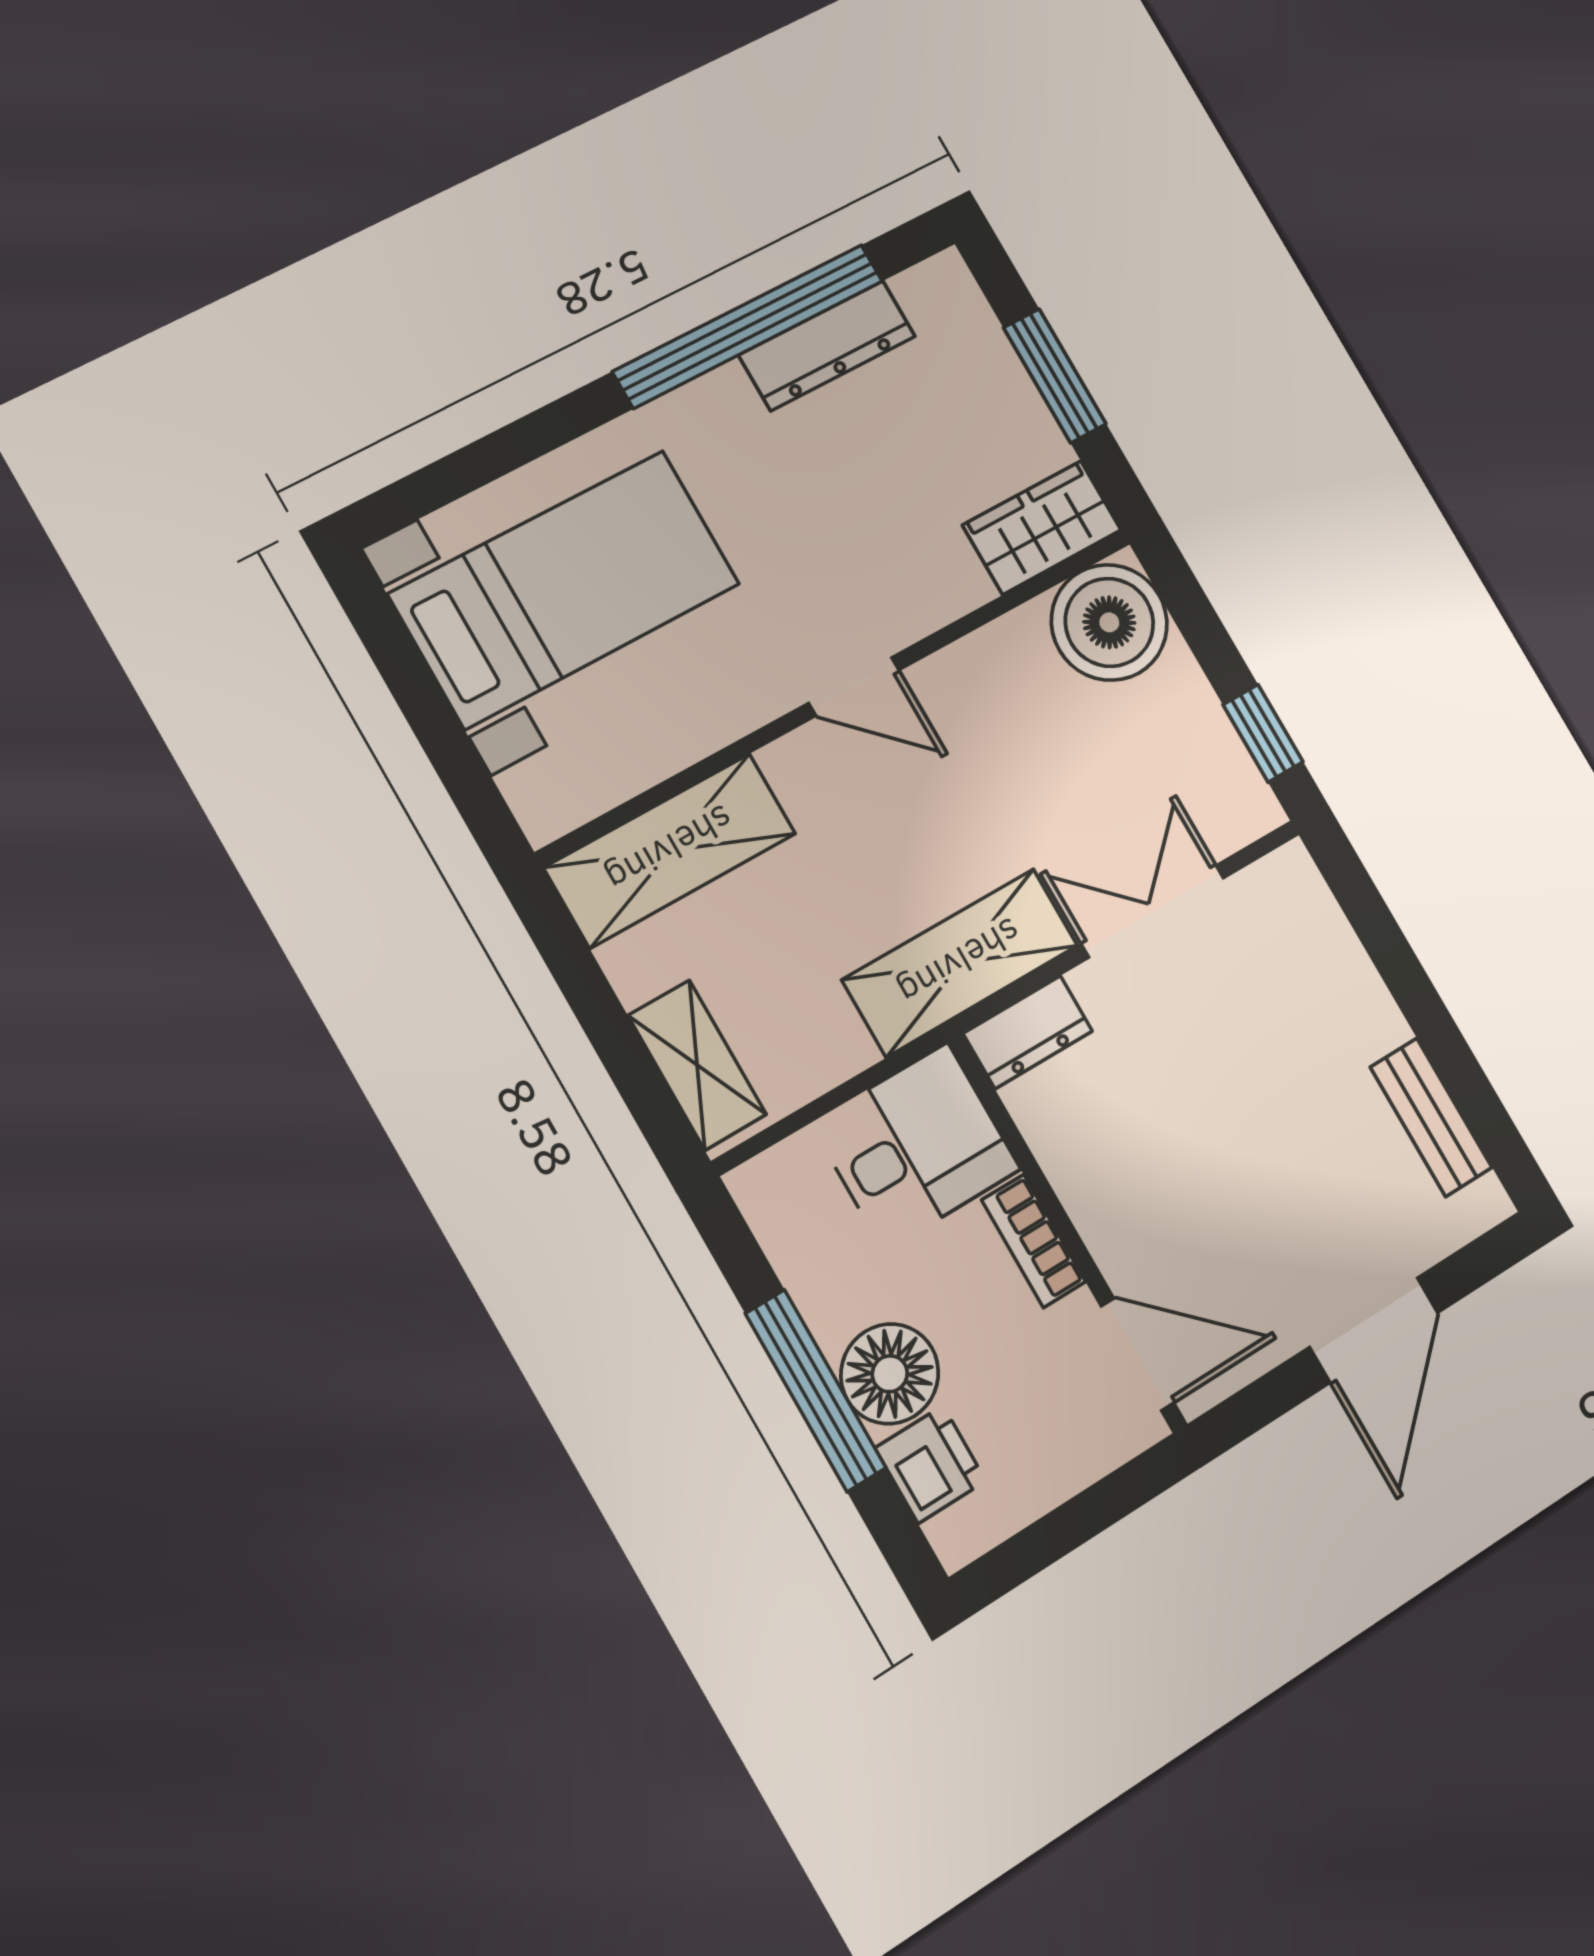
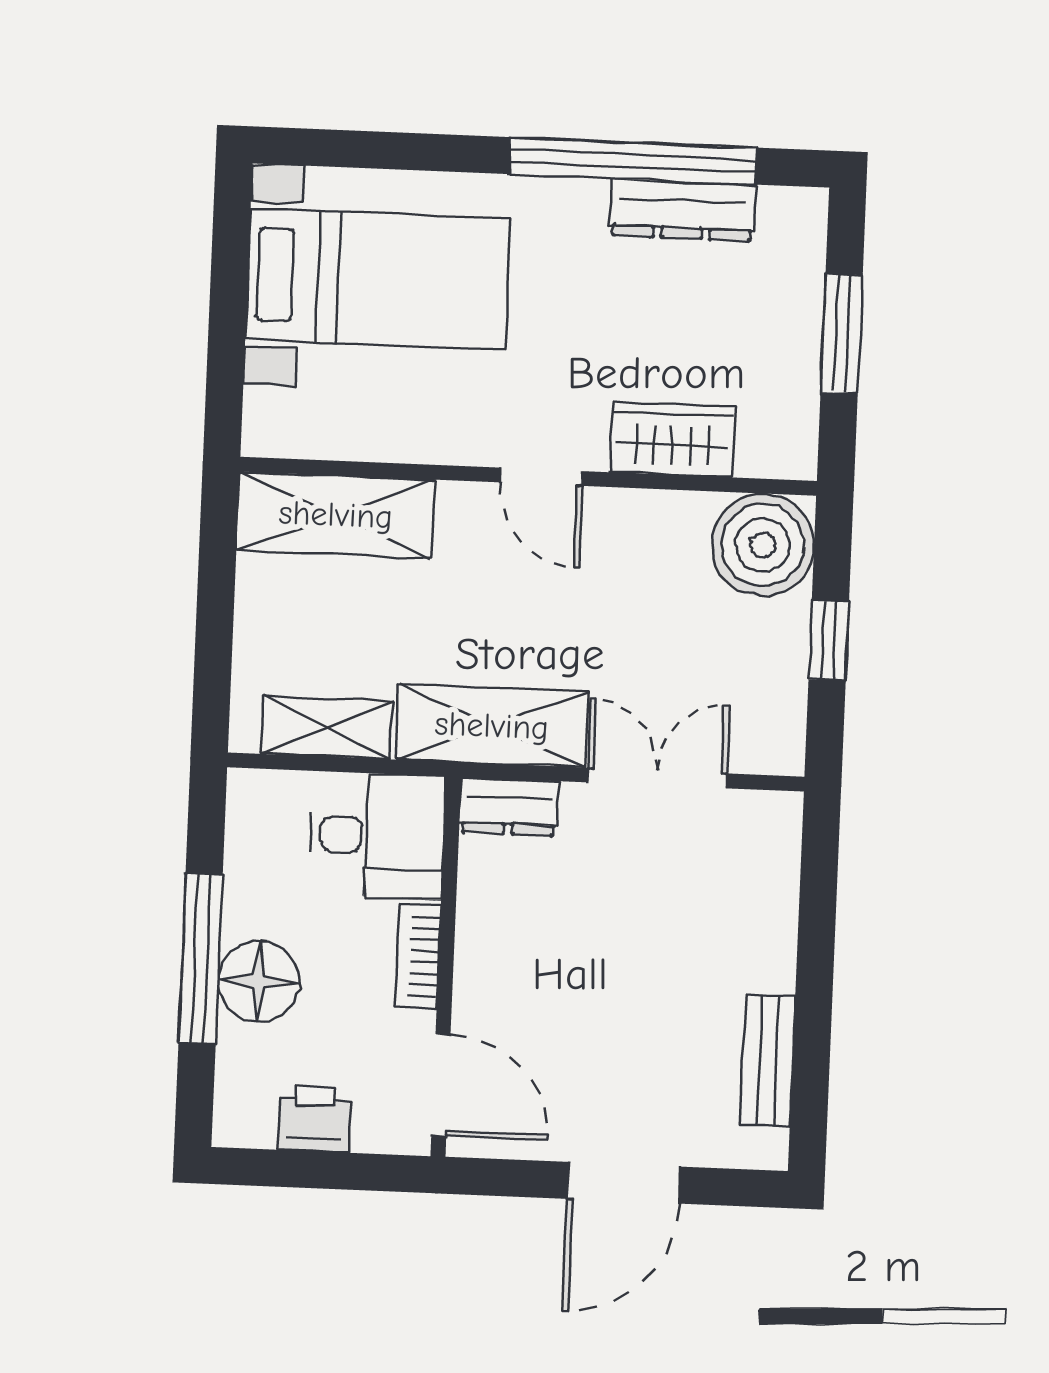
wardrobe: (1042, 528) -> (673, 440), moved
window: (1263, 733) -> (829, 640), moved
shelving: (697, 1065) -> (327, 728), moved, turned 90
printer: (931, 1464) -> (315, 1119), moved, turned -90

